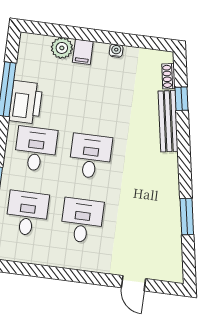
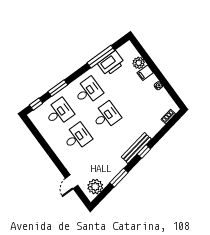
window: (182, 99) -> (144, 152), moved
printer: (26, 102) -> (111, 63), moved
bench: (168, 121) -> (136, 148), moved
plant: (169, 259) -> (95, 187), added

